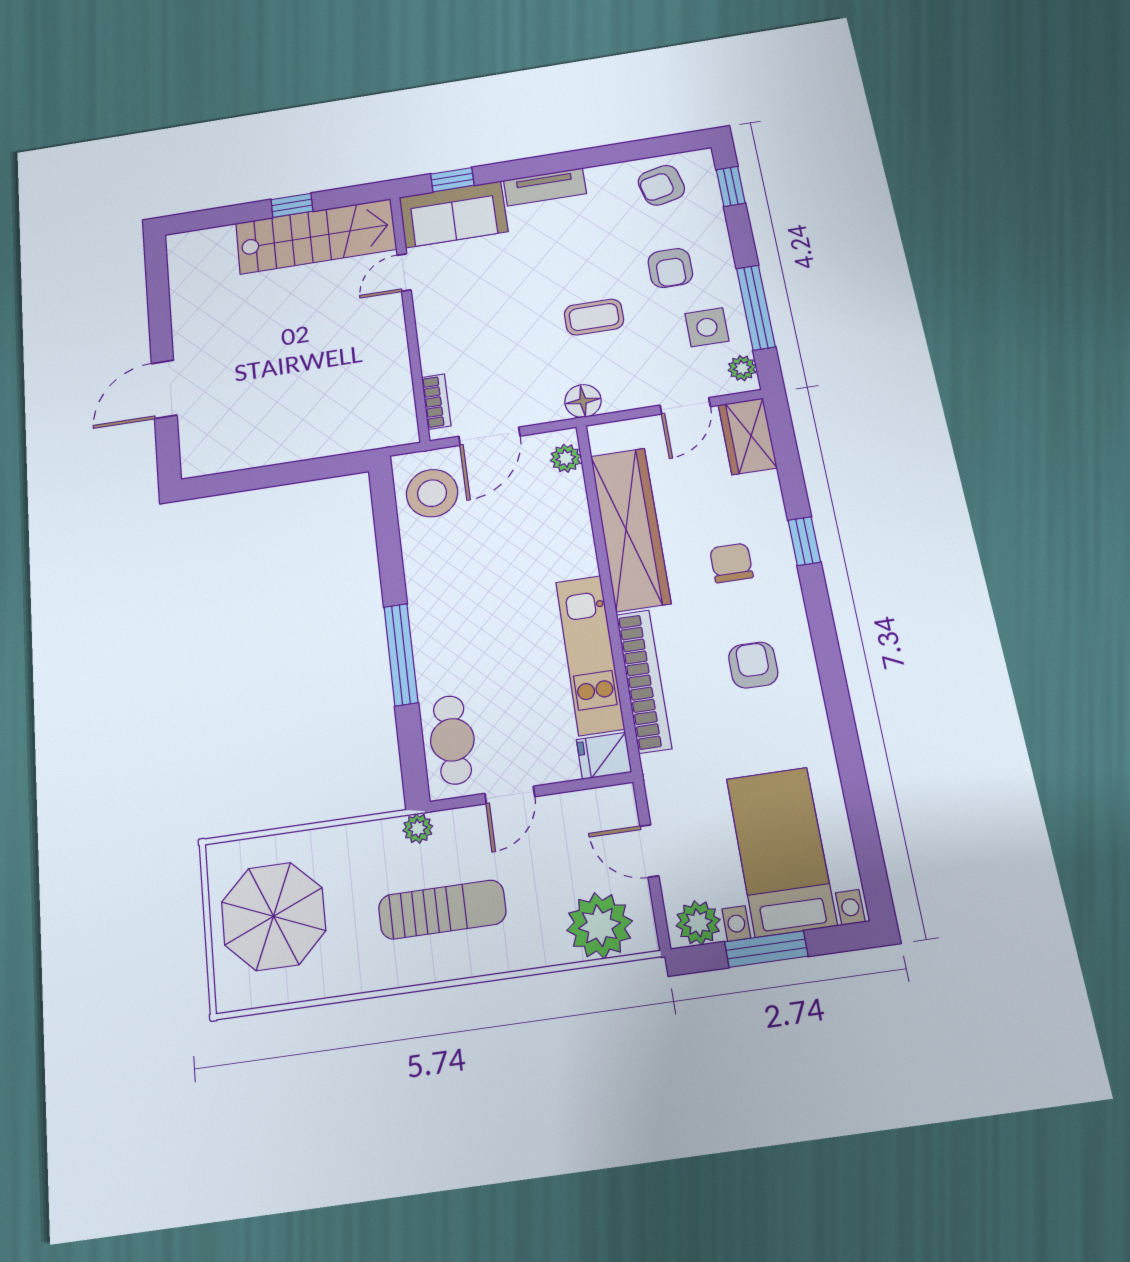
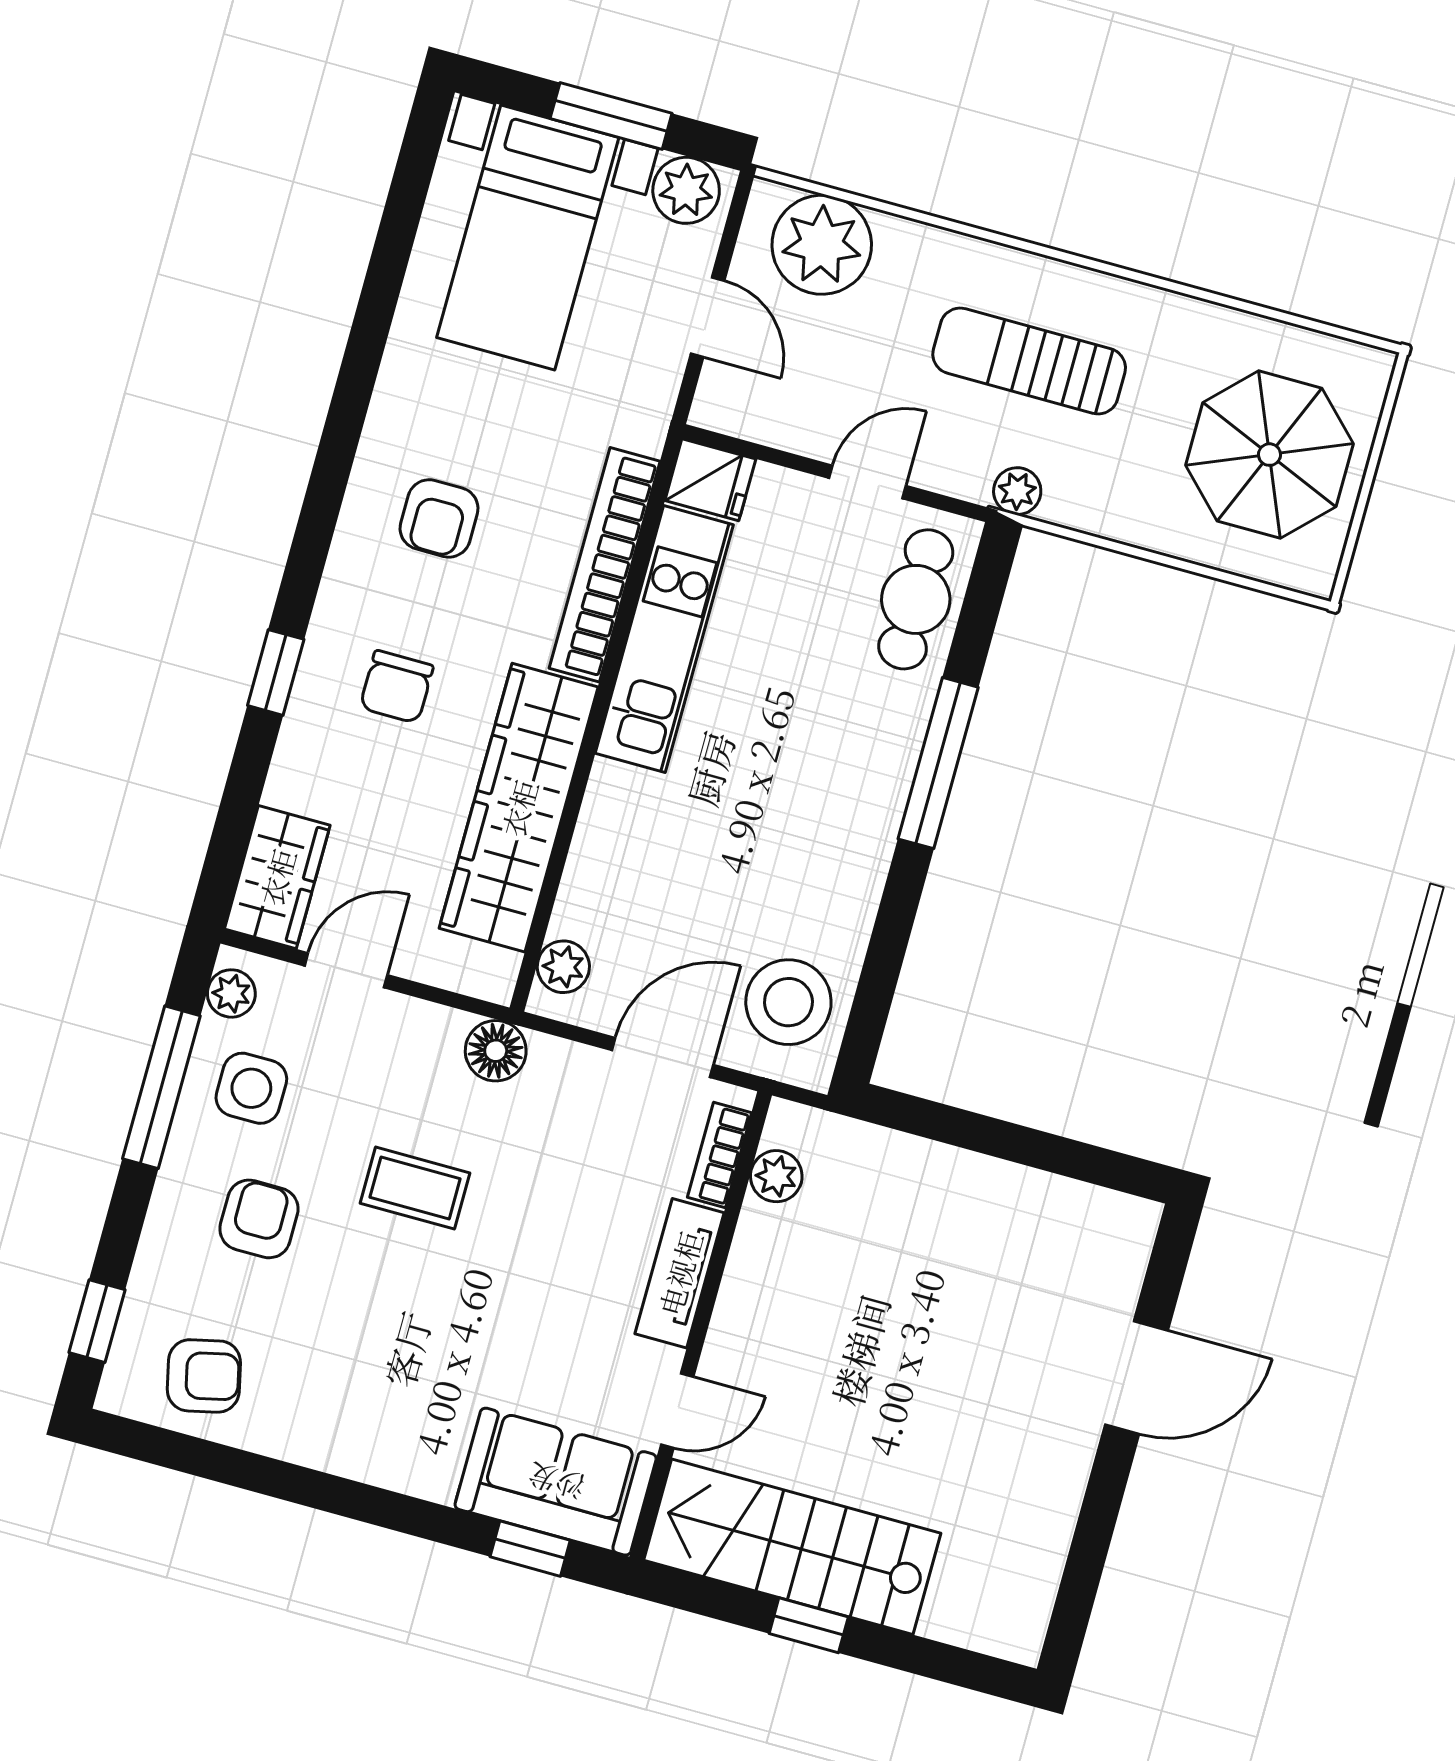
tv unit: (545, 187) -> (680, 1273), moved, turned -90
plant: (401, 404) -> (776, 1176), added

